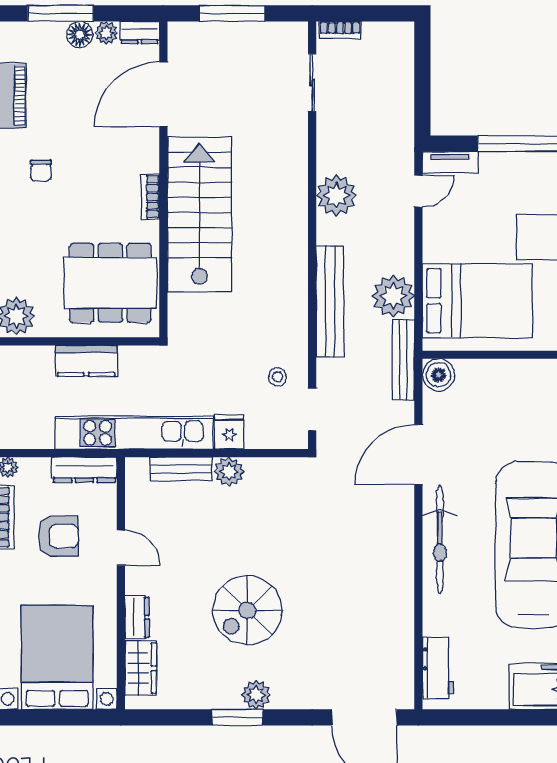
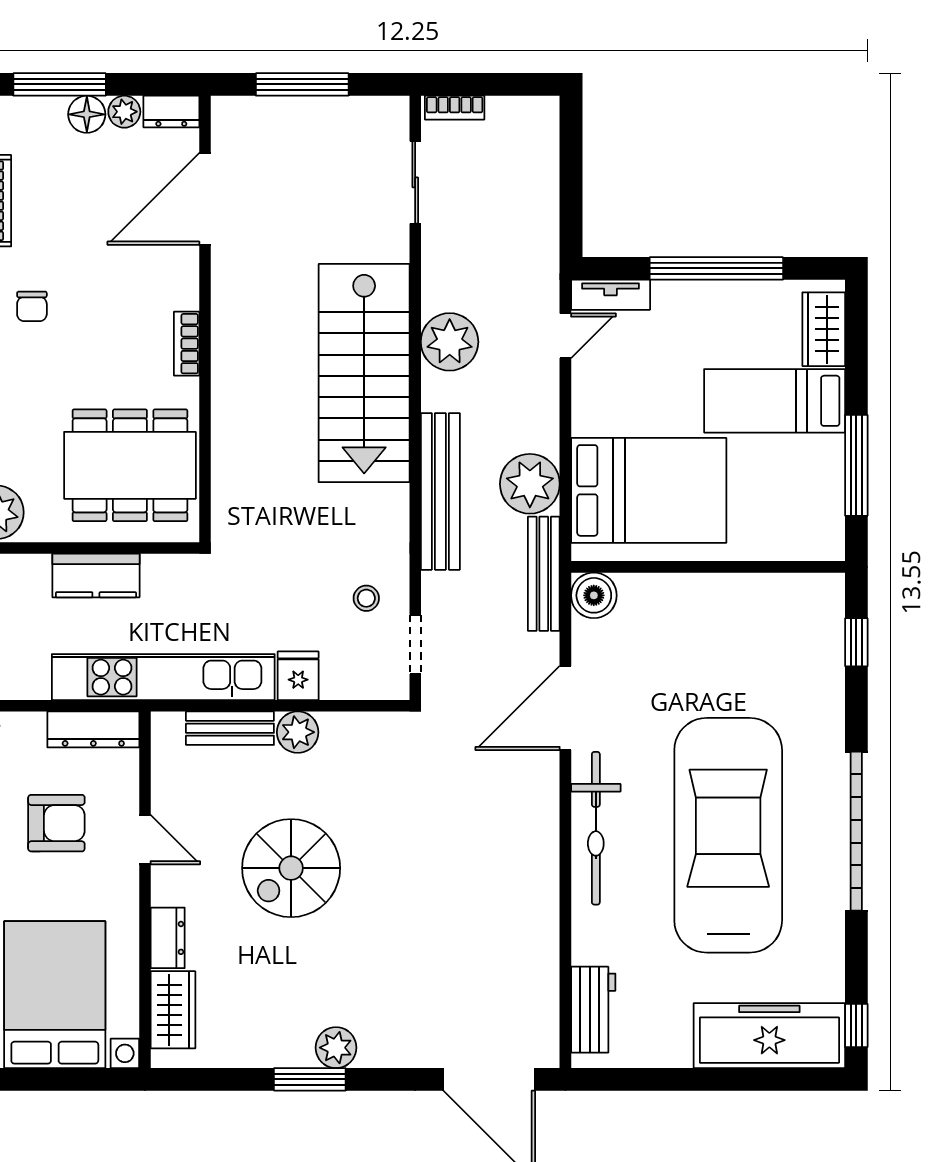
stairs: (200, 215) -> (364, 373), moved, turned 180
spiral stairs: (247, 610) -> (291, 868), moved

